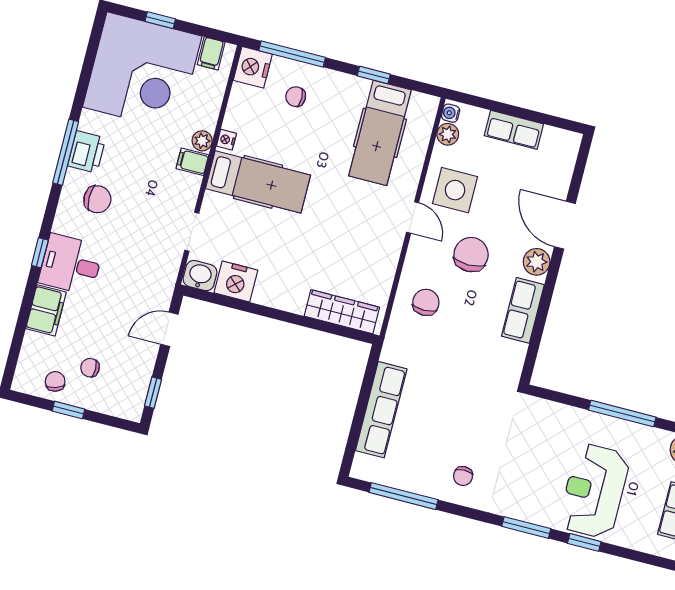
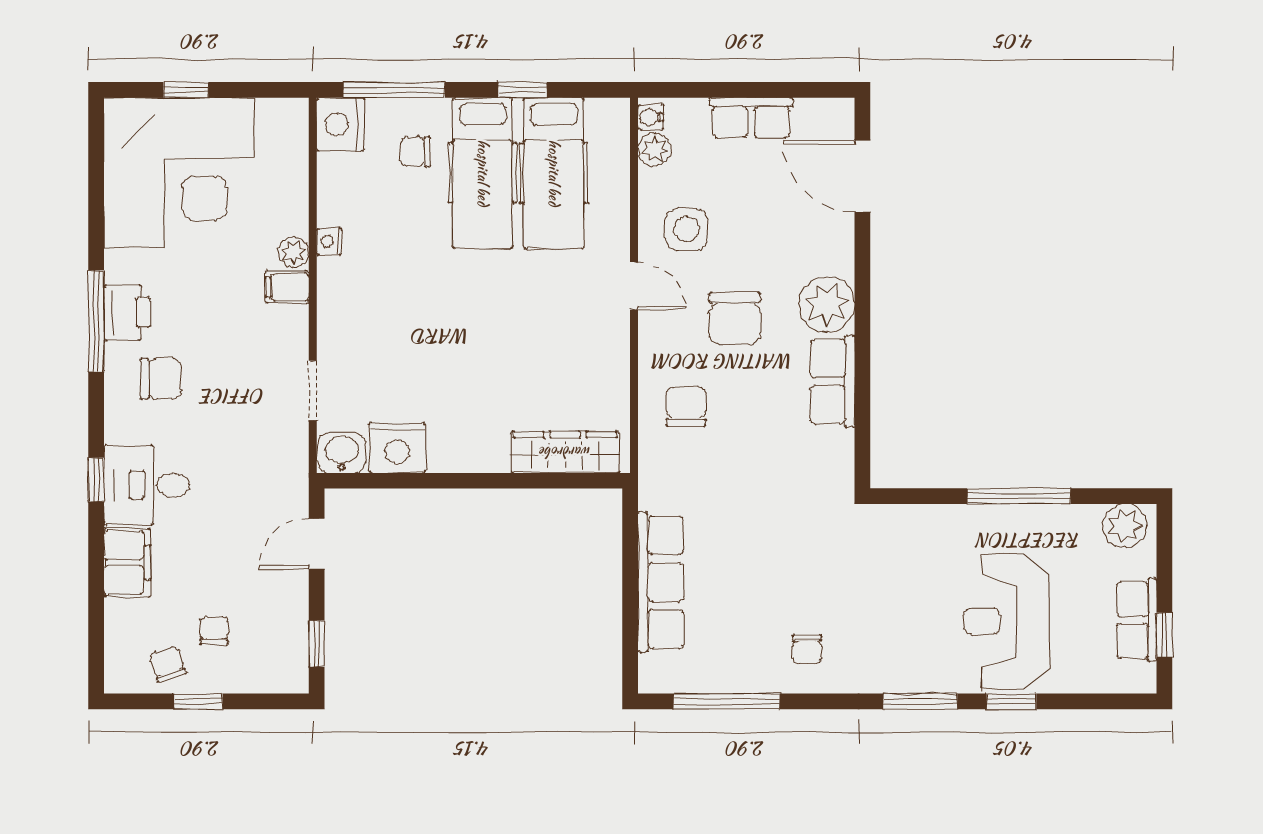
filing cabinet: (211, 53) -> (274, 120), removed
hospital bed: (258, 182) -> (483, 173), moved, turned 90
side table: (455, 190) -> (687, 229), width x0.73, depth x0.73
door: (565, 225) -> (862, 176), moved
chair: (471, 255) -> (735, 319), turned 180
plant: (537, 262) -> (827, 304), width x1.36, depth x1.36
chair: (90, 368) -> (214, 631), turned 90

